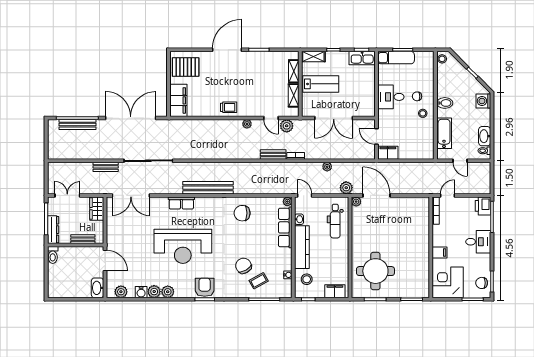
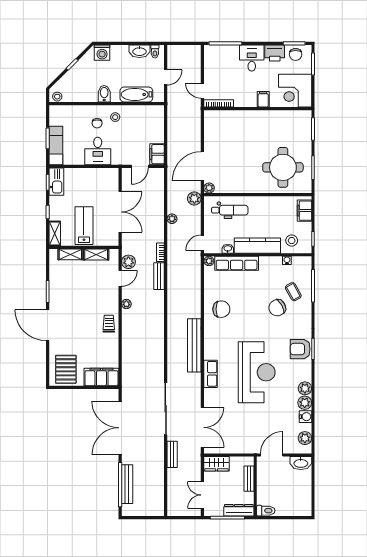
printer: (483, 206) -> (275, 53), moved
chair: (242, 213) -> (221, 309), turned -90

